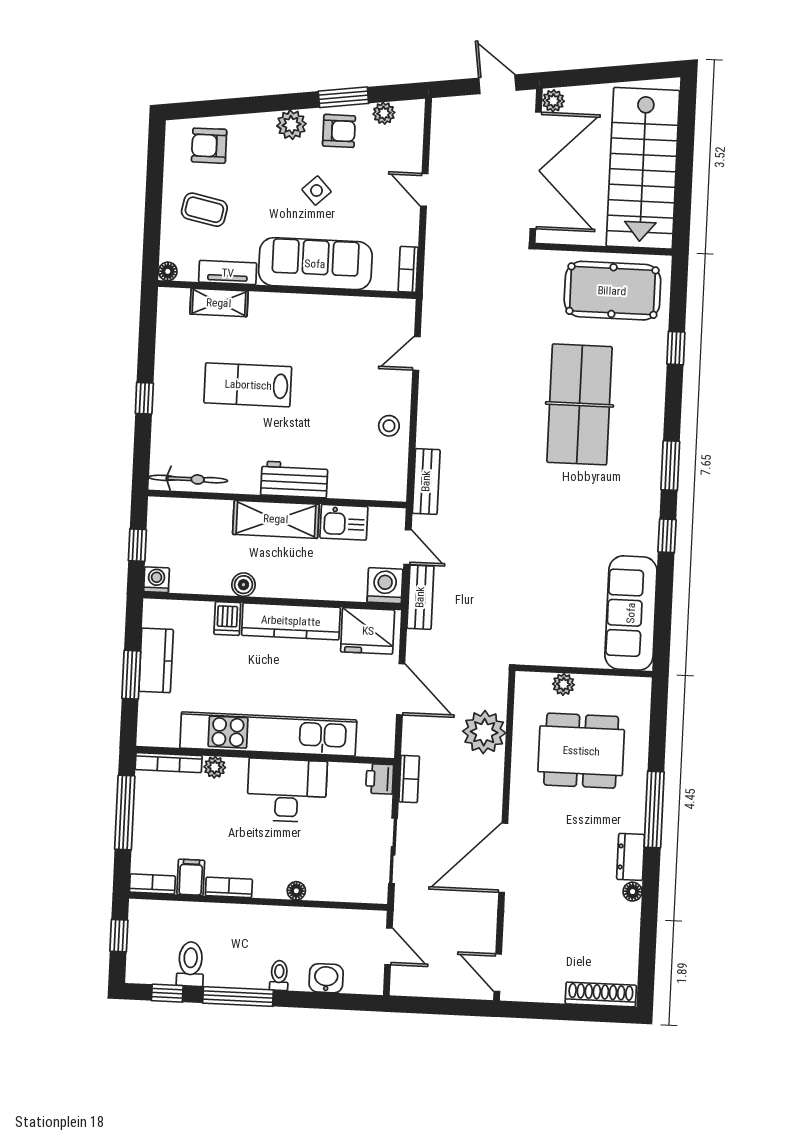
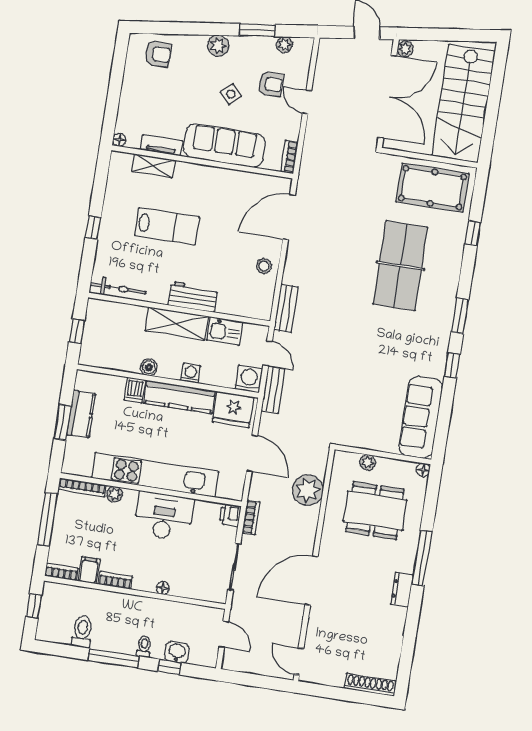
armchair: (339, 131) -> (271, 84), moved
armchair: (209, 146) -> (158, 54), turned 180
coffee table: (204, 210) -> (150, 99), removed
door: (417, 353) -> (289, 217), width x1.88
lab bench: (248, 385) -> (167, 226), turned 180
washing machine: (156, 580) -> (191, 373), moved
floor lamp: (633, 892) -> (423, 470), moved
window: (167, 993) -> (169, 667), moved

